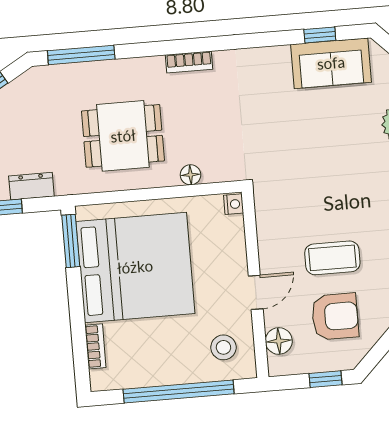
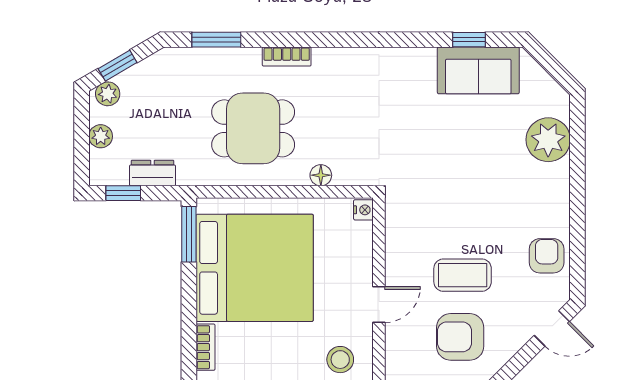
window: (81, 55) -> (216, 40), width x0.69
bookcase: (189, 62) -> (287, 56), moved
armchair: (335, 316) -> (460, 337), turned 180
floor lamp: (279, 341) -> (399, 358), removed

